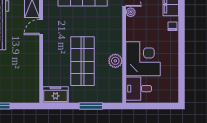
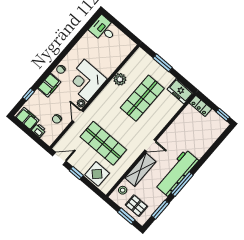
corner desk: (143, 59) -> (86, 81), moved
desk: (139, 89) -> (103, 29), moved, turned 180
locker: (28, 97) -> (200, 106), added

